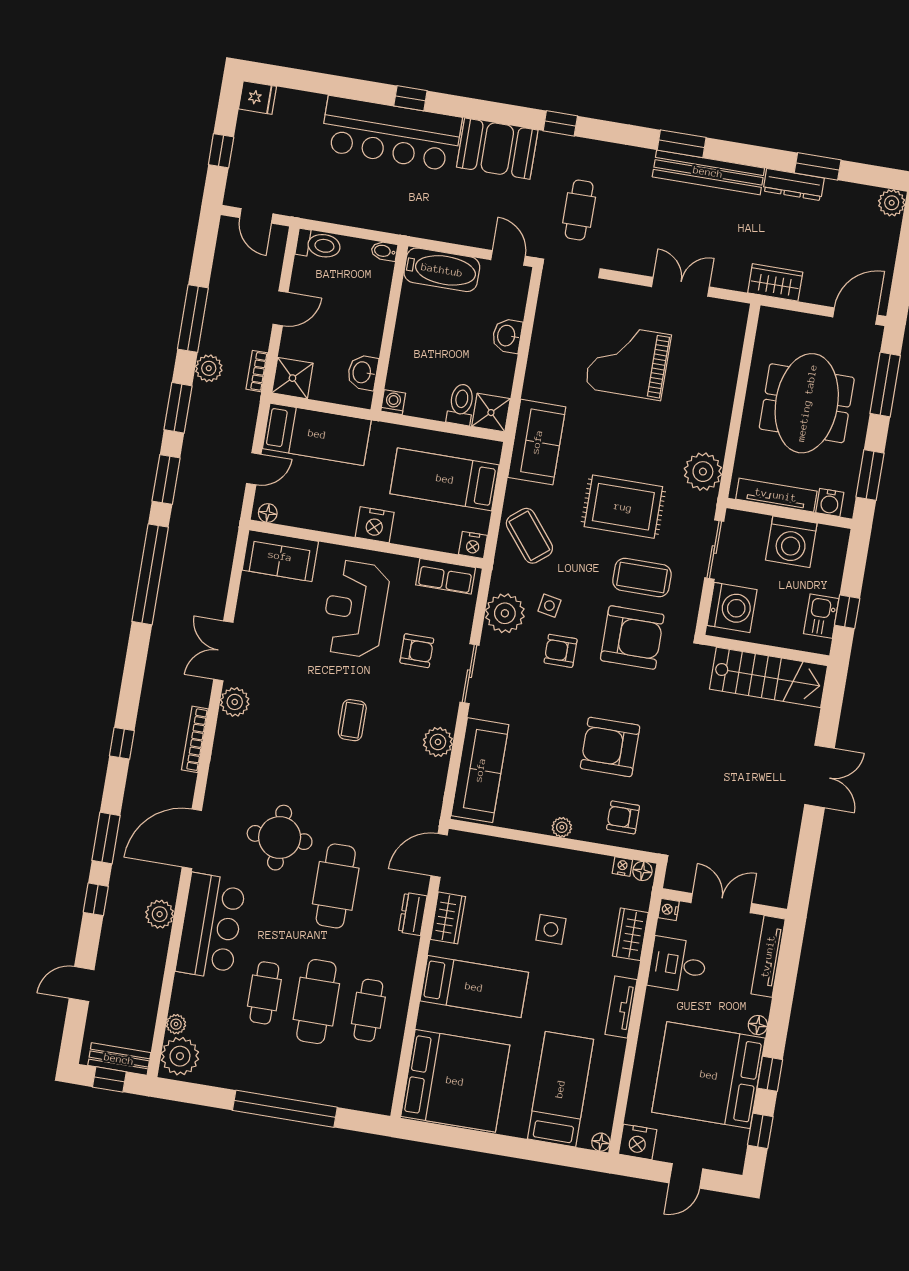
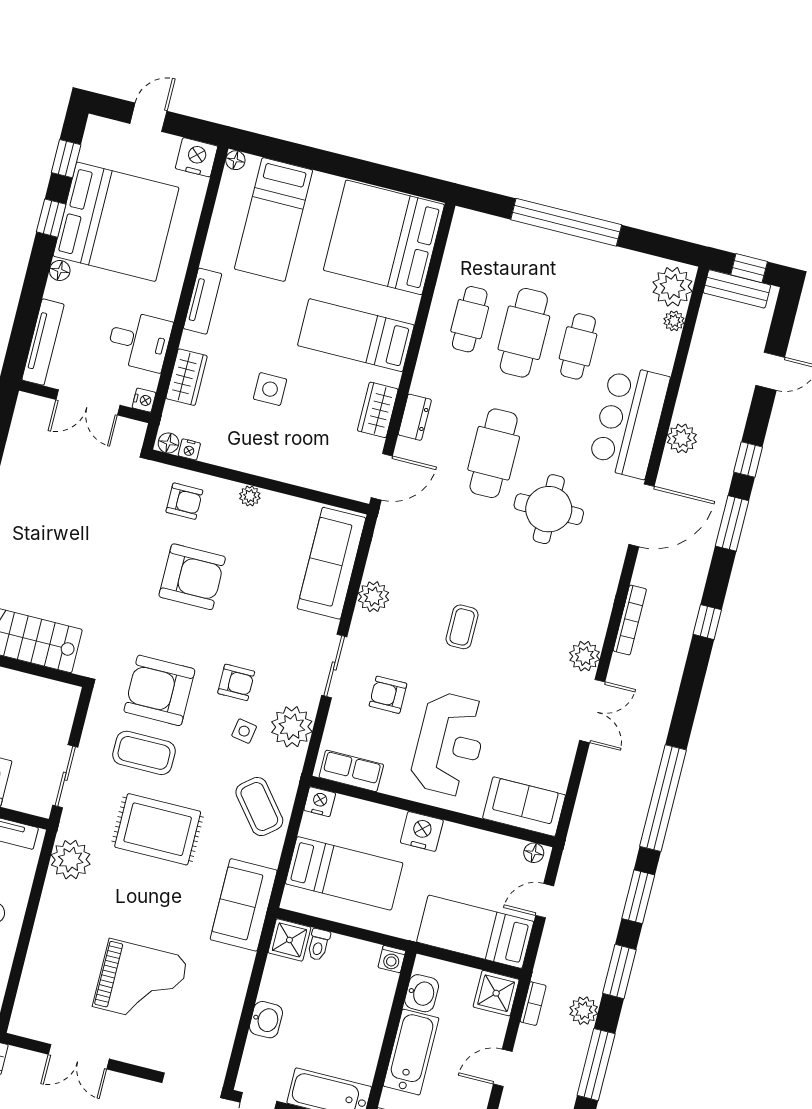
bathtub: (368, 316) -> (411, 1052), added
toilet: (461, 404) -> (319, 945), width x0.73, depth x0.72
washing machine: (732, 608) -> (52, 714), removed

